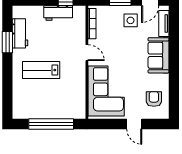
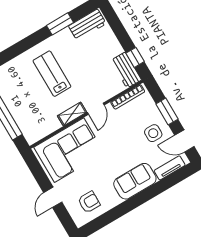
workbench: (58, 13) -> (126, 70), moved
workbench: (20, 33) -> (87, 25), moved
shelving: (80, 73) -> (72, 114), added

